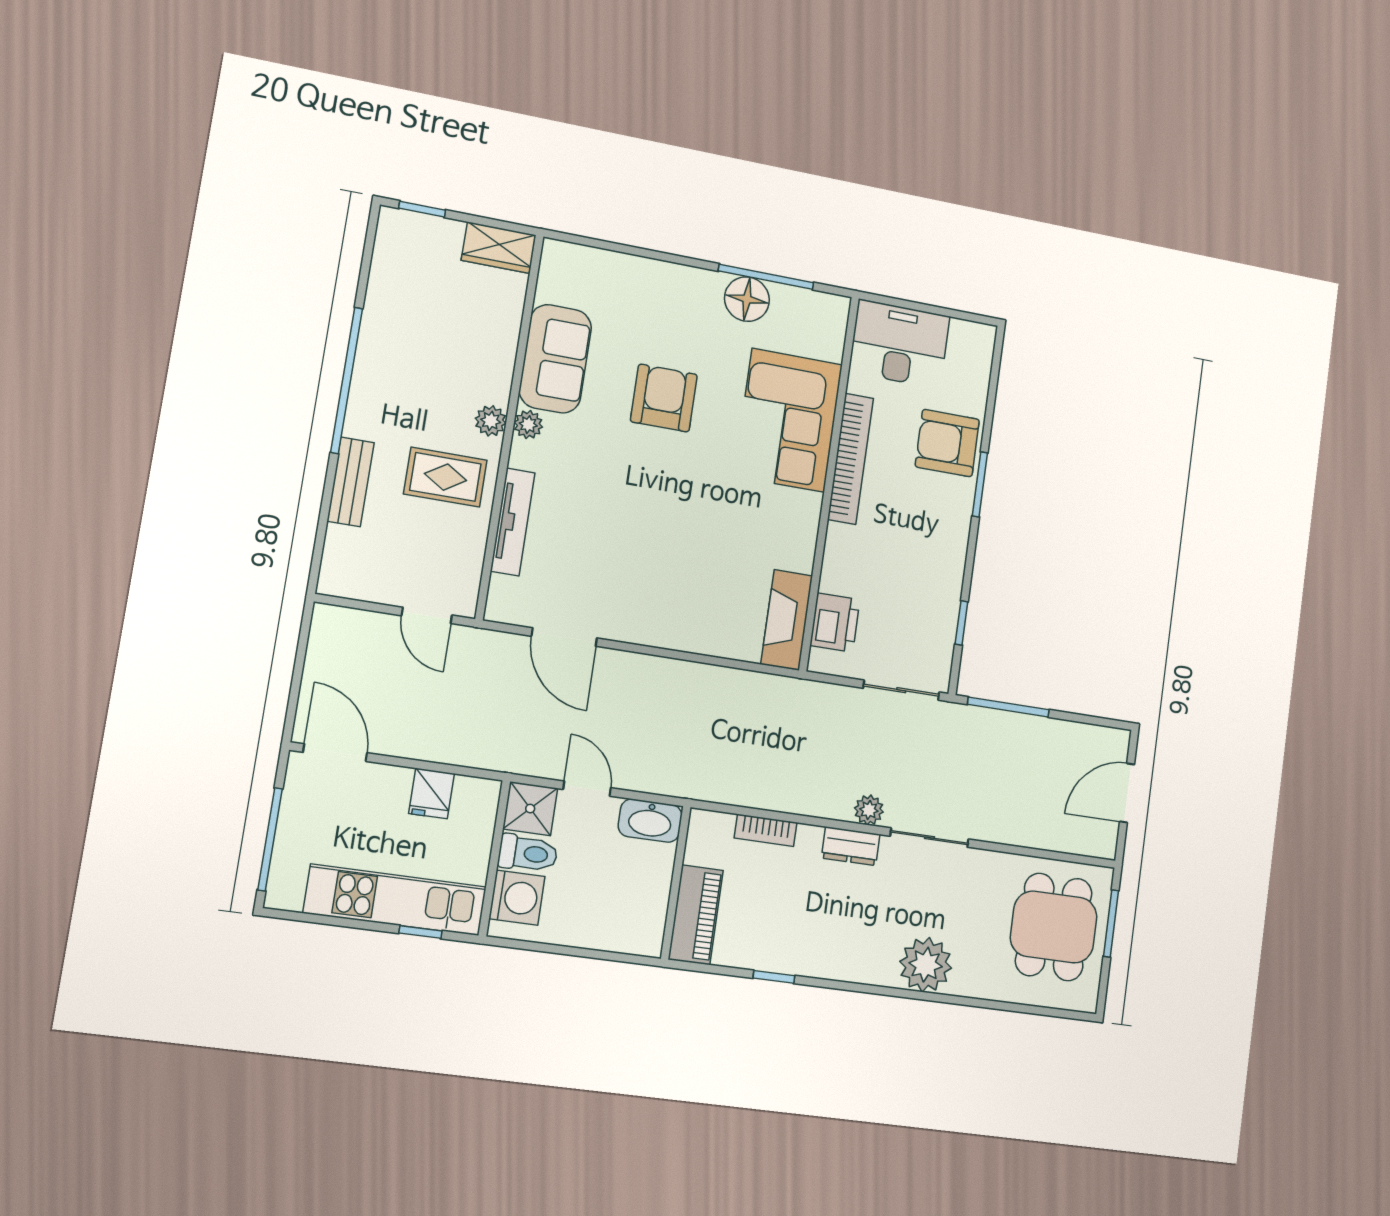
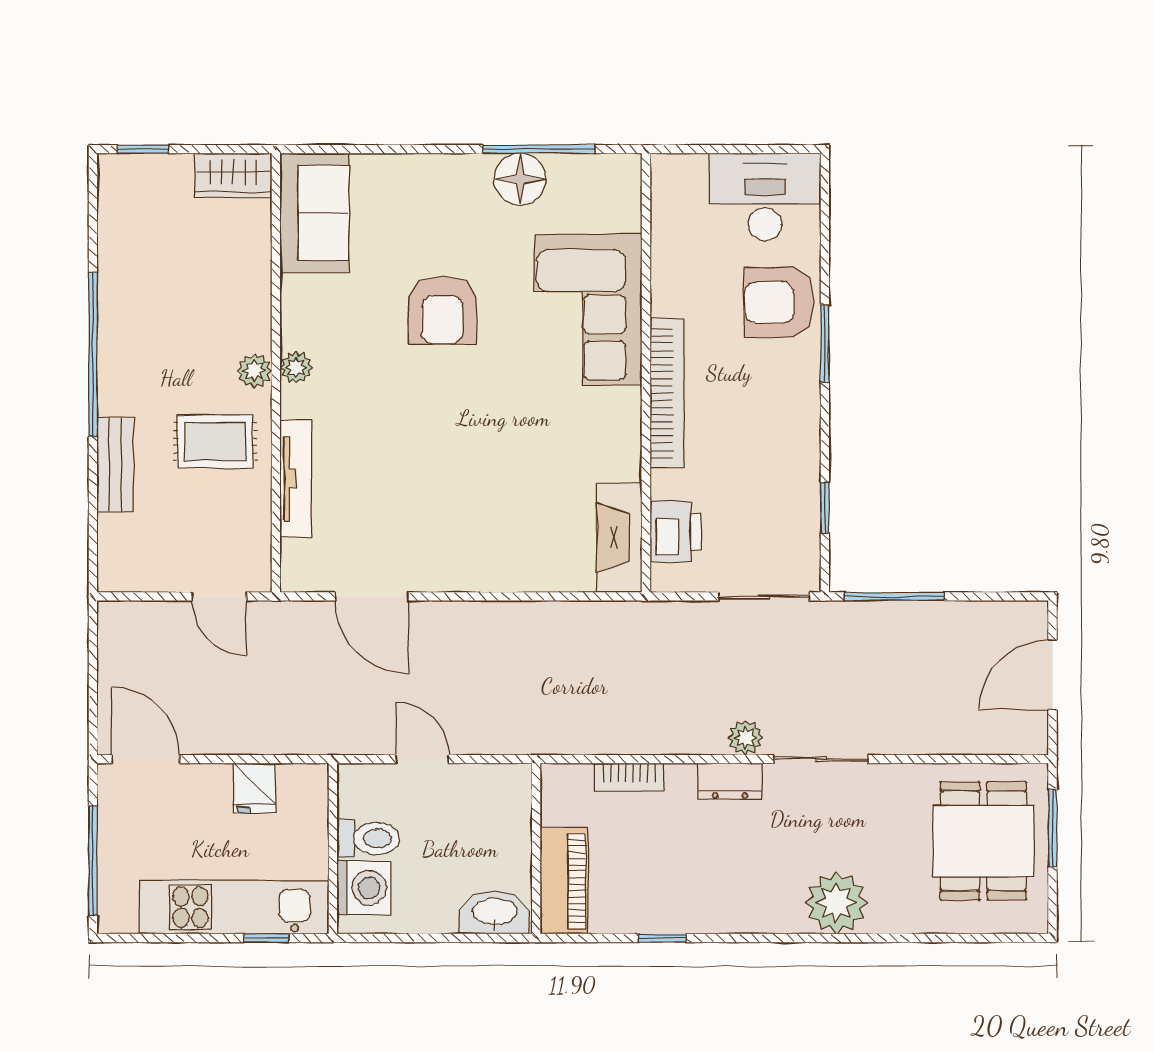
desk: (899, 344) -> (765, 197), moved
sofa: (555, 359) -> (314, 213), moved
armchair: (664, 398) -> (442, 310), turned 180
bookcase: (850, 459) -> (667, 393), moved
shower: (530, 809) -> (363, 790), removed
washbasin: (650, 821) -> (495, 913), moved, turned 180

